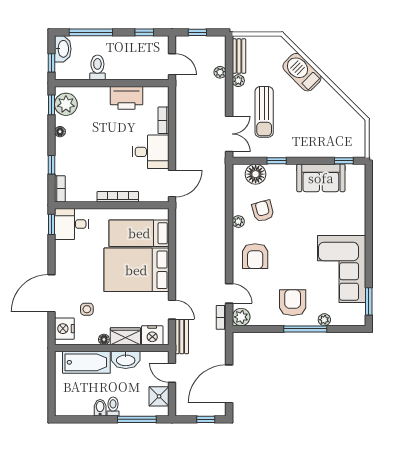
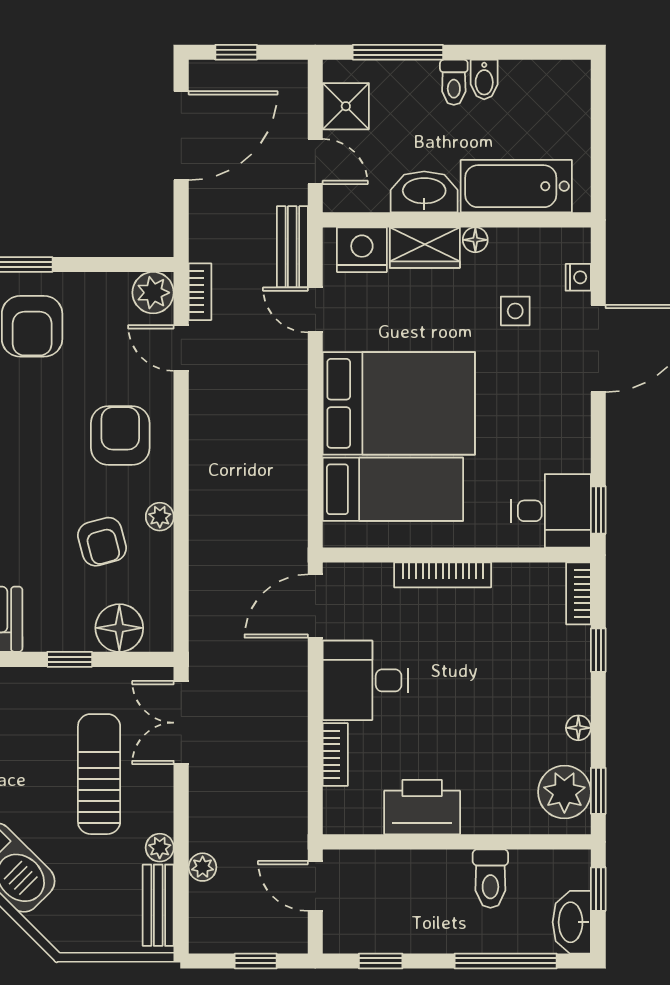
nightstand: (64, 329) -> (578, 277), width x0.53, depth x0.56

